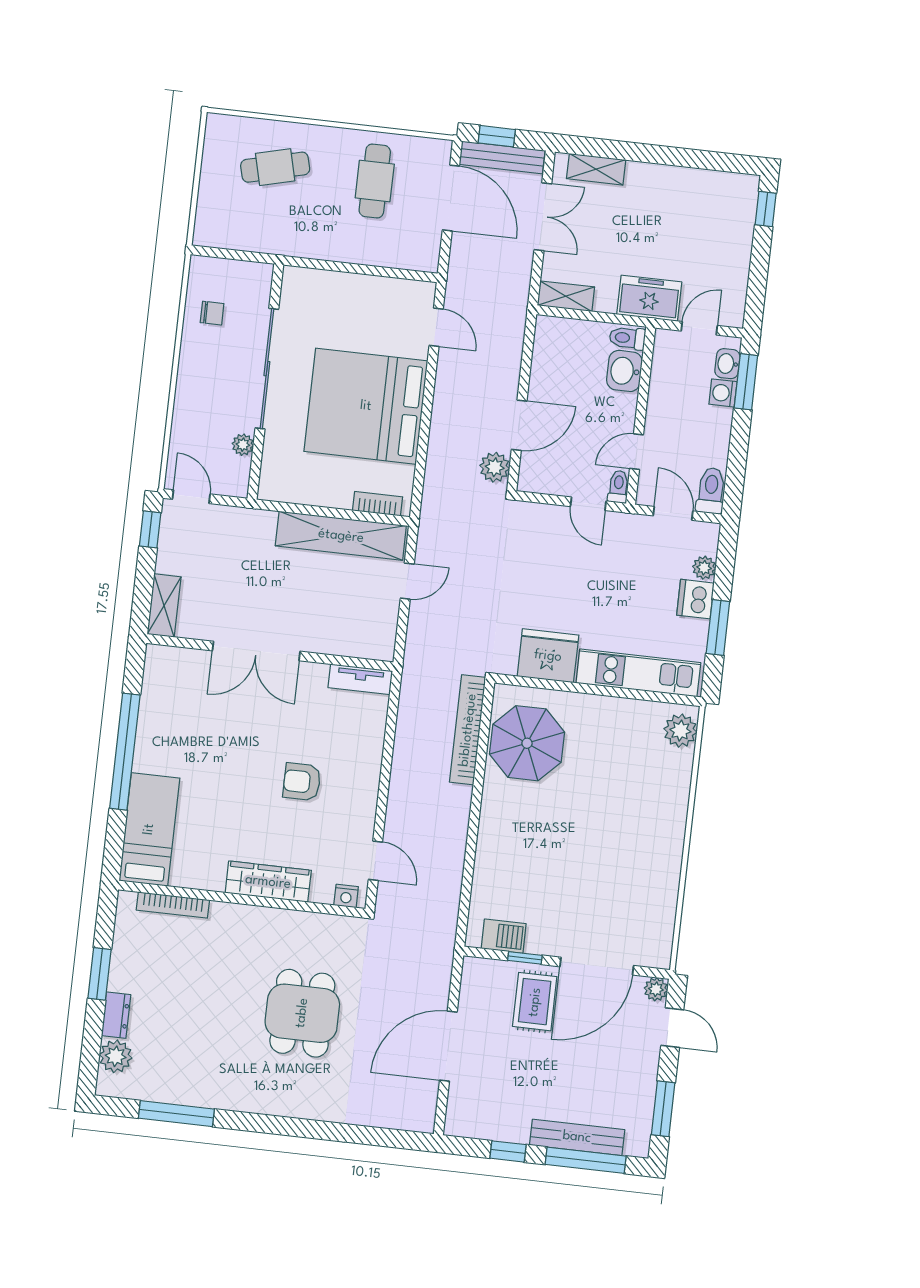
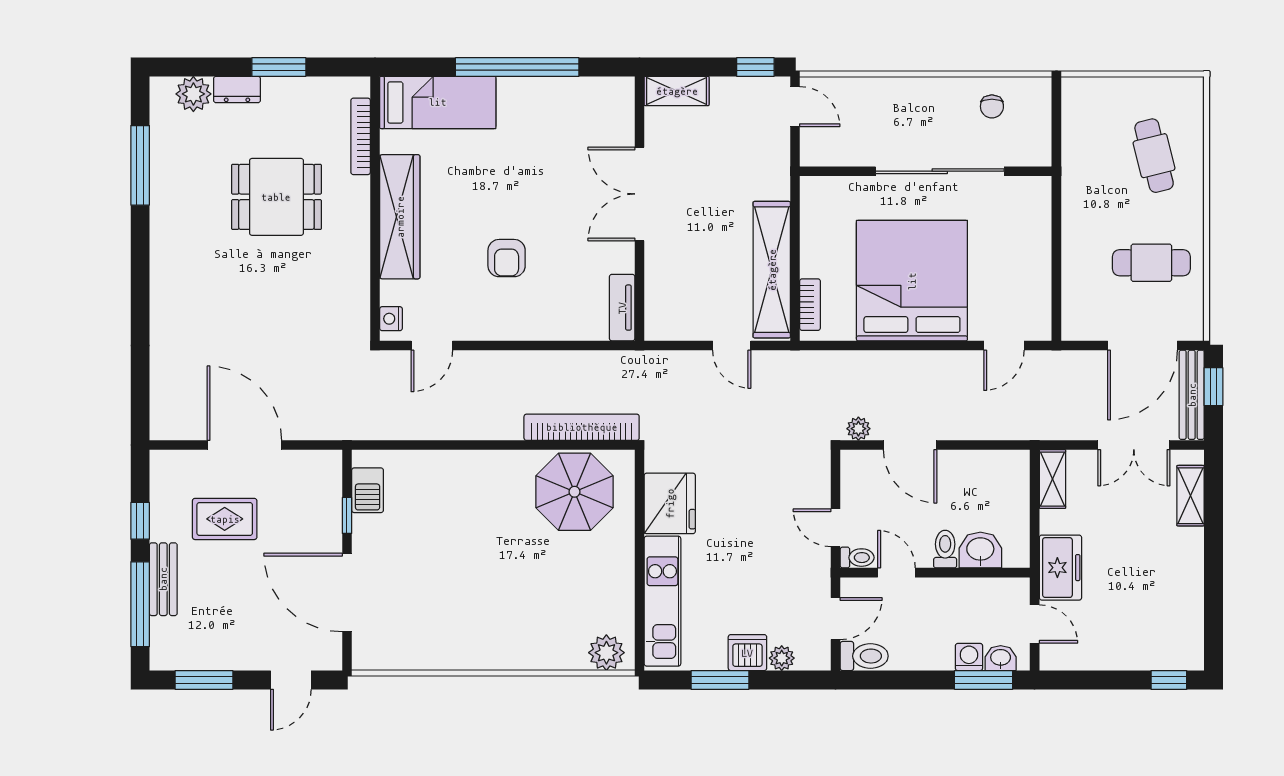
toilet: (627, 338) -> (945, 549), moved
plant: (243, 445) -> (856, 155), removed
plant: (495, 467) -> (858, 429), width x0.73, depth x0.73
door: (191, 497) -> (795, 107), hinge flipped
door: (588, 504) -> (835, 528), hinge flipped
armchair: (302, 782) -> (507, 258), turned 180
wardrobe: (268, 882) -> (400, 217), width x1.40, depth x1.17
plant: (656, 989) -> (330, 658), removed
rug: (535, 1002) -> (225, 519), moved
dining table: (302, 1013) -> (276, 197), moved
bench: (577, 1137) -> (163, 579), width x0.73

